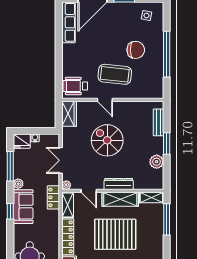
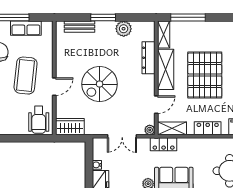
row of seats: (157, 75) -> (26, 28), added
dresser: (119, 184) -> (148, 58), moved
locker: (68, 237) -> (208, 128), width x0.66

